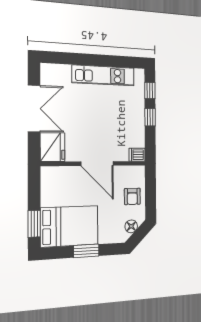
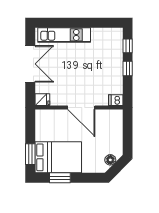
kitchen unit: (103, 75) -> (64, 35), moved
fridge: (53, 147) -> (42, 100), width x0.53, depth x0.75
armchair: (132, 196) -> (111, 135), removed
window: (86, 251) -> (60, 178), moved

